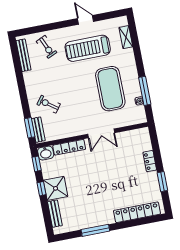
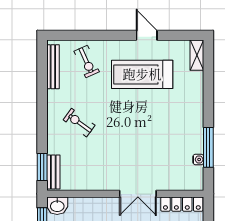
shelving: (126, 37) -> (197, 55), moved
exercise mat: (110, 89) -> (162, 135), removed
exercise bike: (49, 104) -> (79, 123), moved
locker: (69, 147) -> (182, 204), moved

